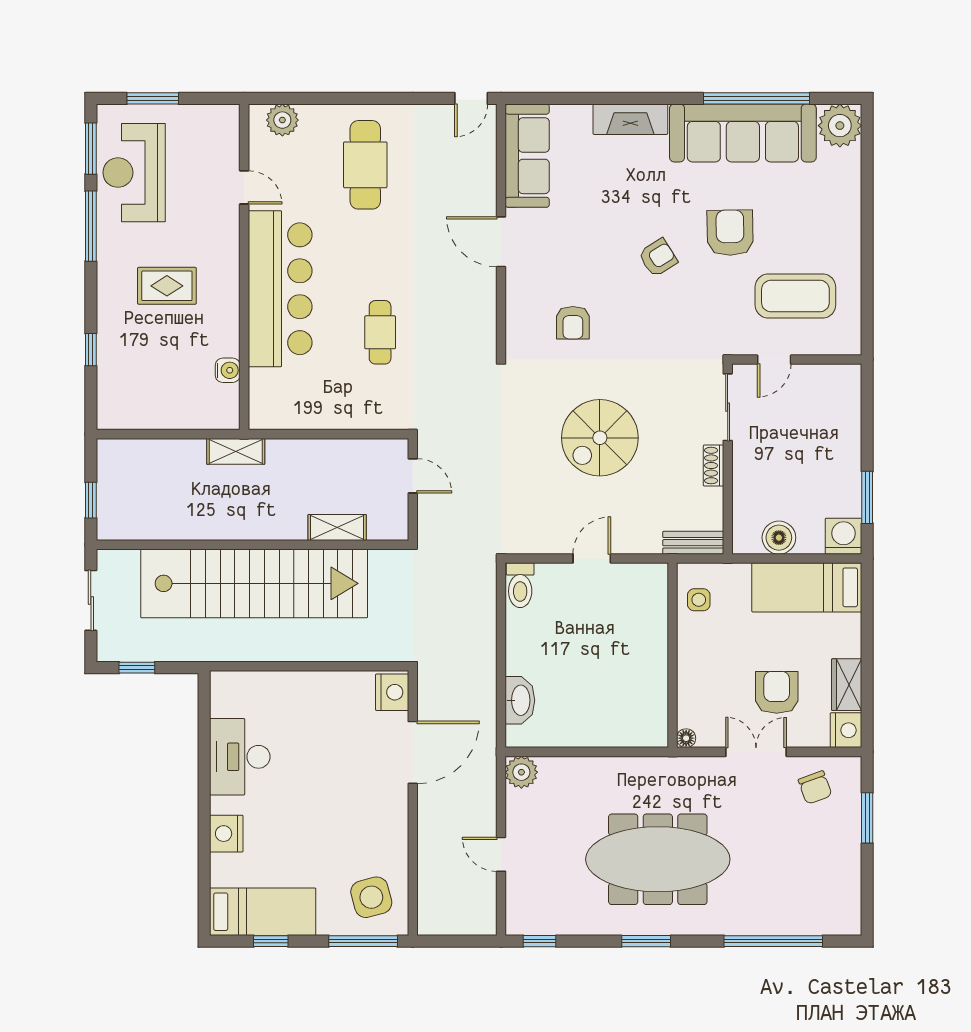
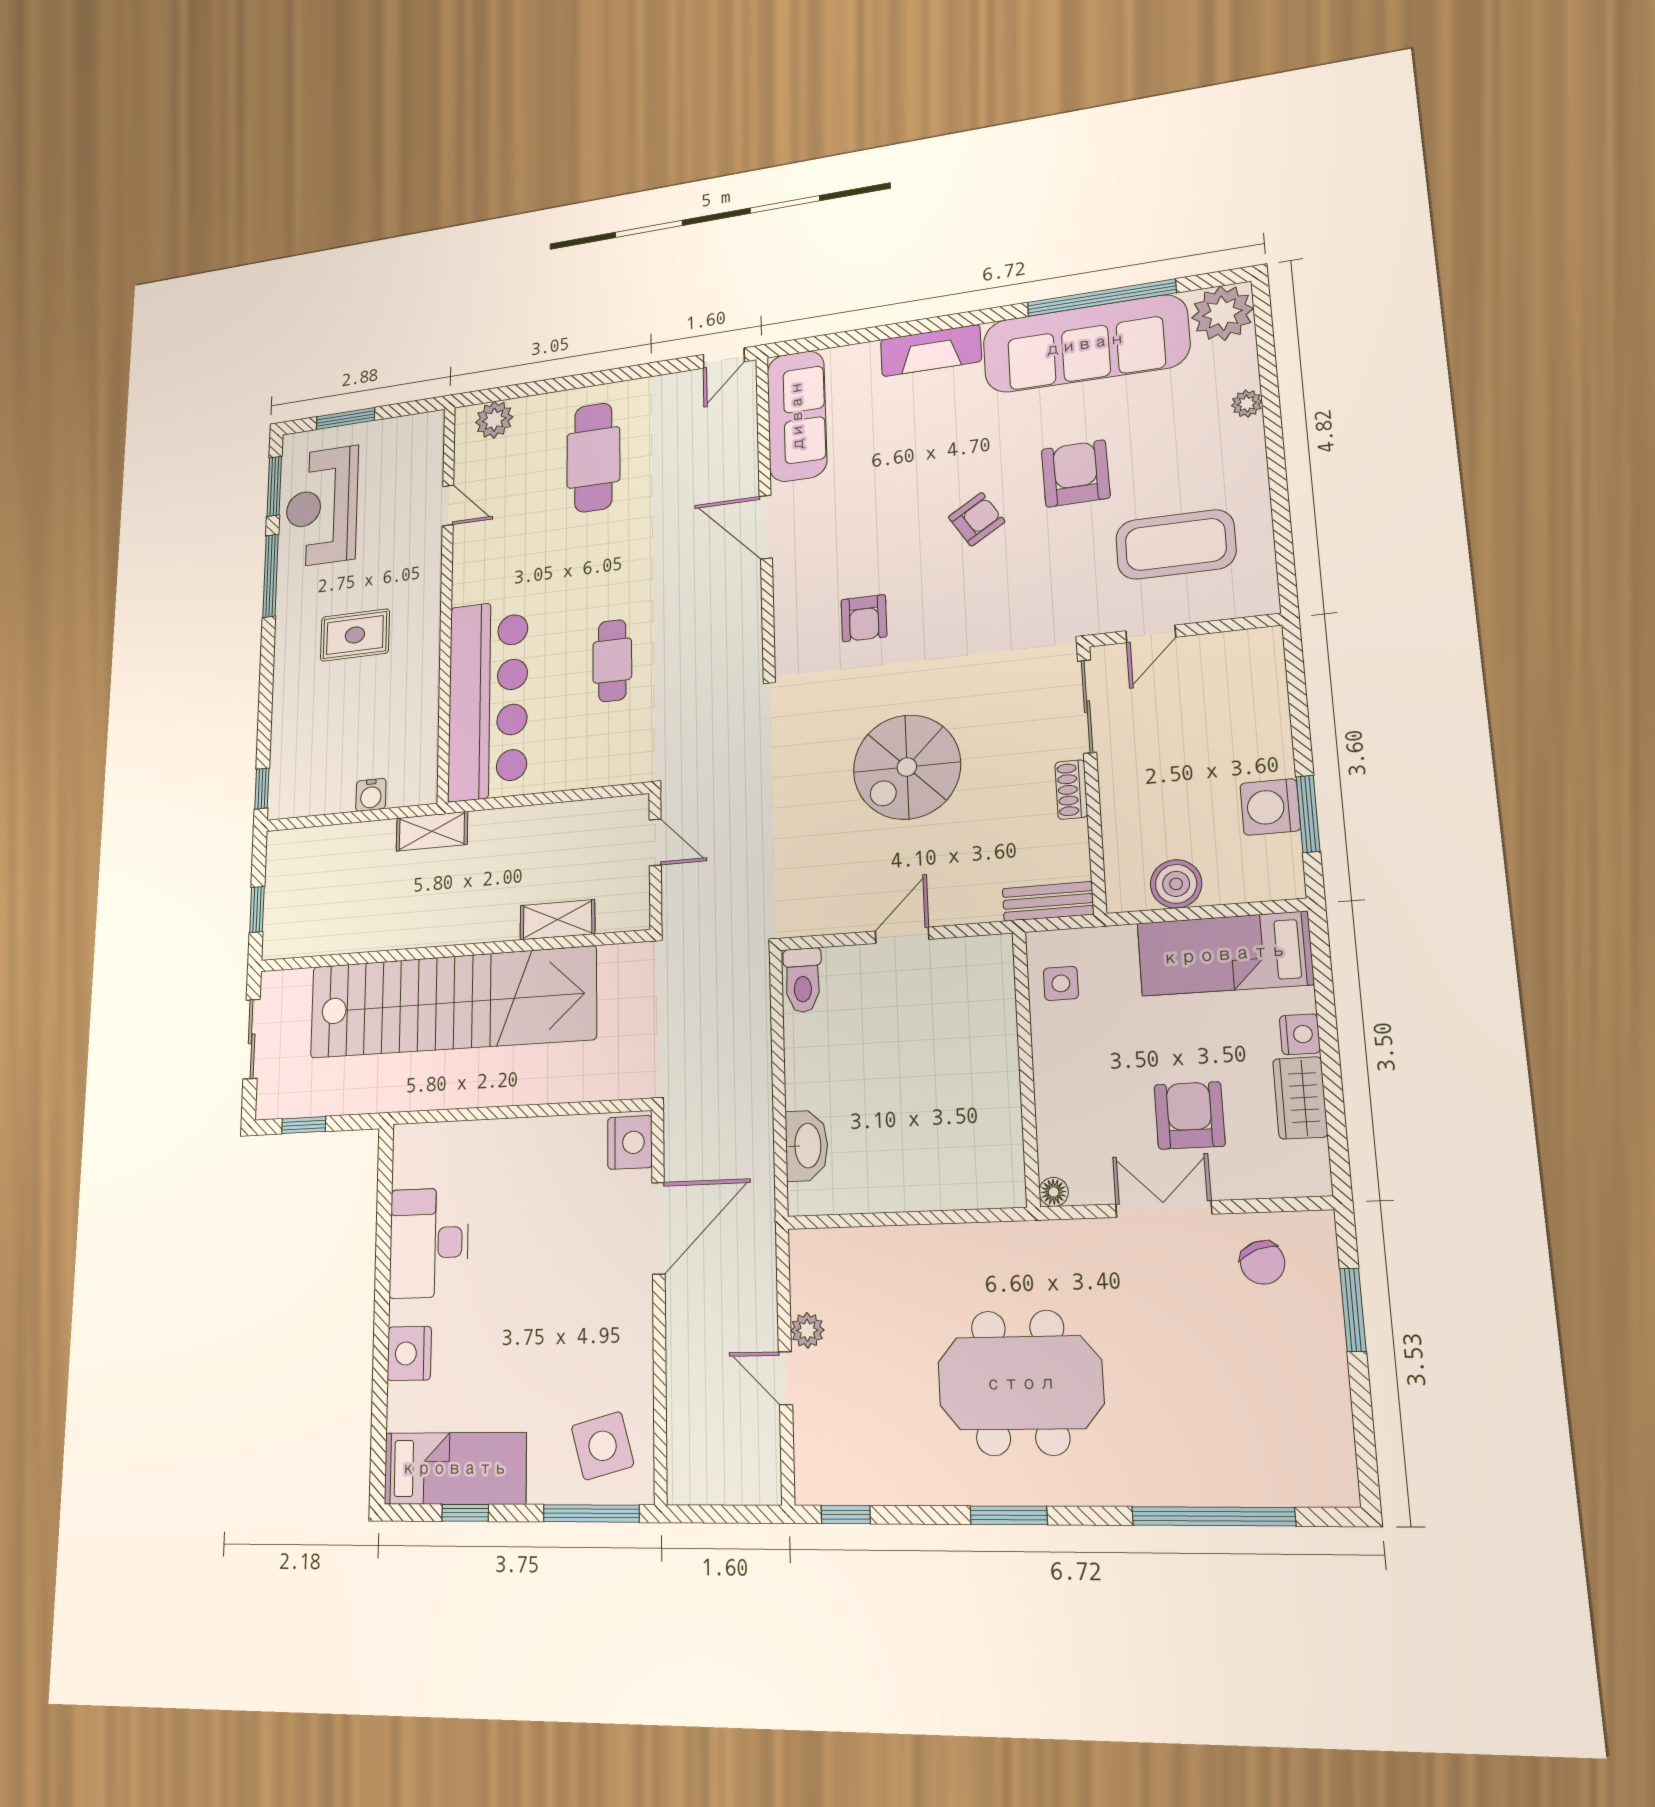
plant: (851, 198) -> (1247, 404), added
bar counter: (280, 289) -> (488, 700), moved
window: (91, 350) -> (262, 789), moved
water cooler: (228, 370) -> (371, 795), moved, turned 90
washing machine: (844, 536) -> (1270, 807), moved, turned -90
nightstand: (846, 730) -> (1300, 1034), moved, width x0.74, depth x0.75
plant: (521, 772) -> (807, 1330), moved, width x0.73, depth x0.73
meeting table: (658, 859) -> (1020, 1383), width x0.73

